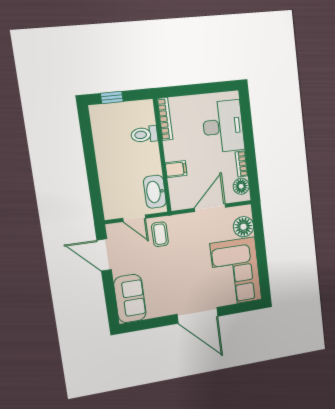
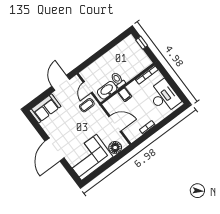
desk: (223, 126) -> (164, 97), moved, turned -90
toilet: (144, 134) -> (118, 80), moved
floor lamp: (241, 186) -> (136, 134), removed

